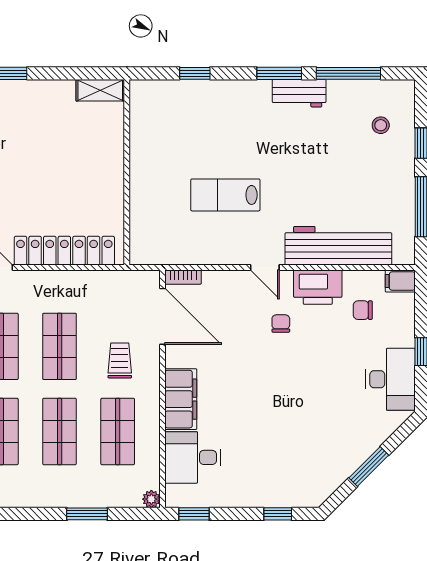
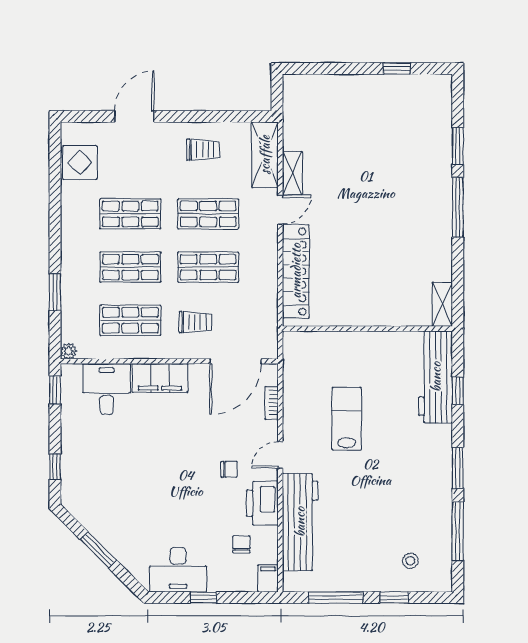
workbench: (299, 93) -> (436, 377), moved, width x1.88, depth x1.32
bookcase: (183, 277) -> (271, 403), moved

